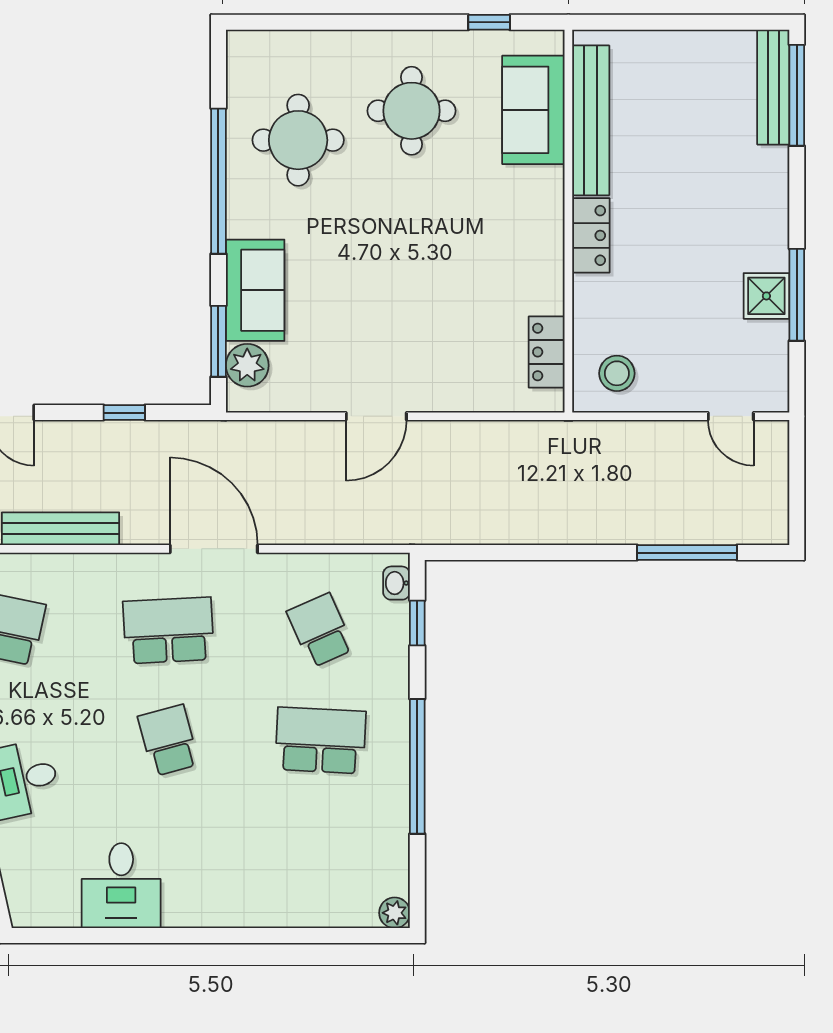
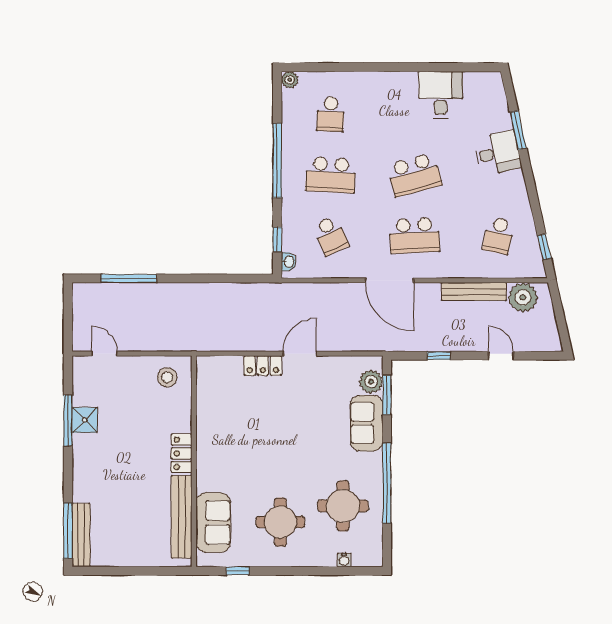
water cooler: (296, 42) -> (344, 560), added
locker: (547, 352) -> (263, 366), moved, turned 90
school desk: (168, 740) -> (414, 175), width x1.85
school desk: (320, 850) -> (331, 114), added

